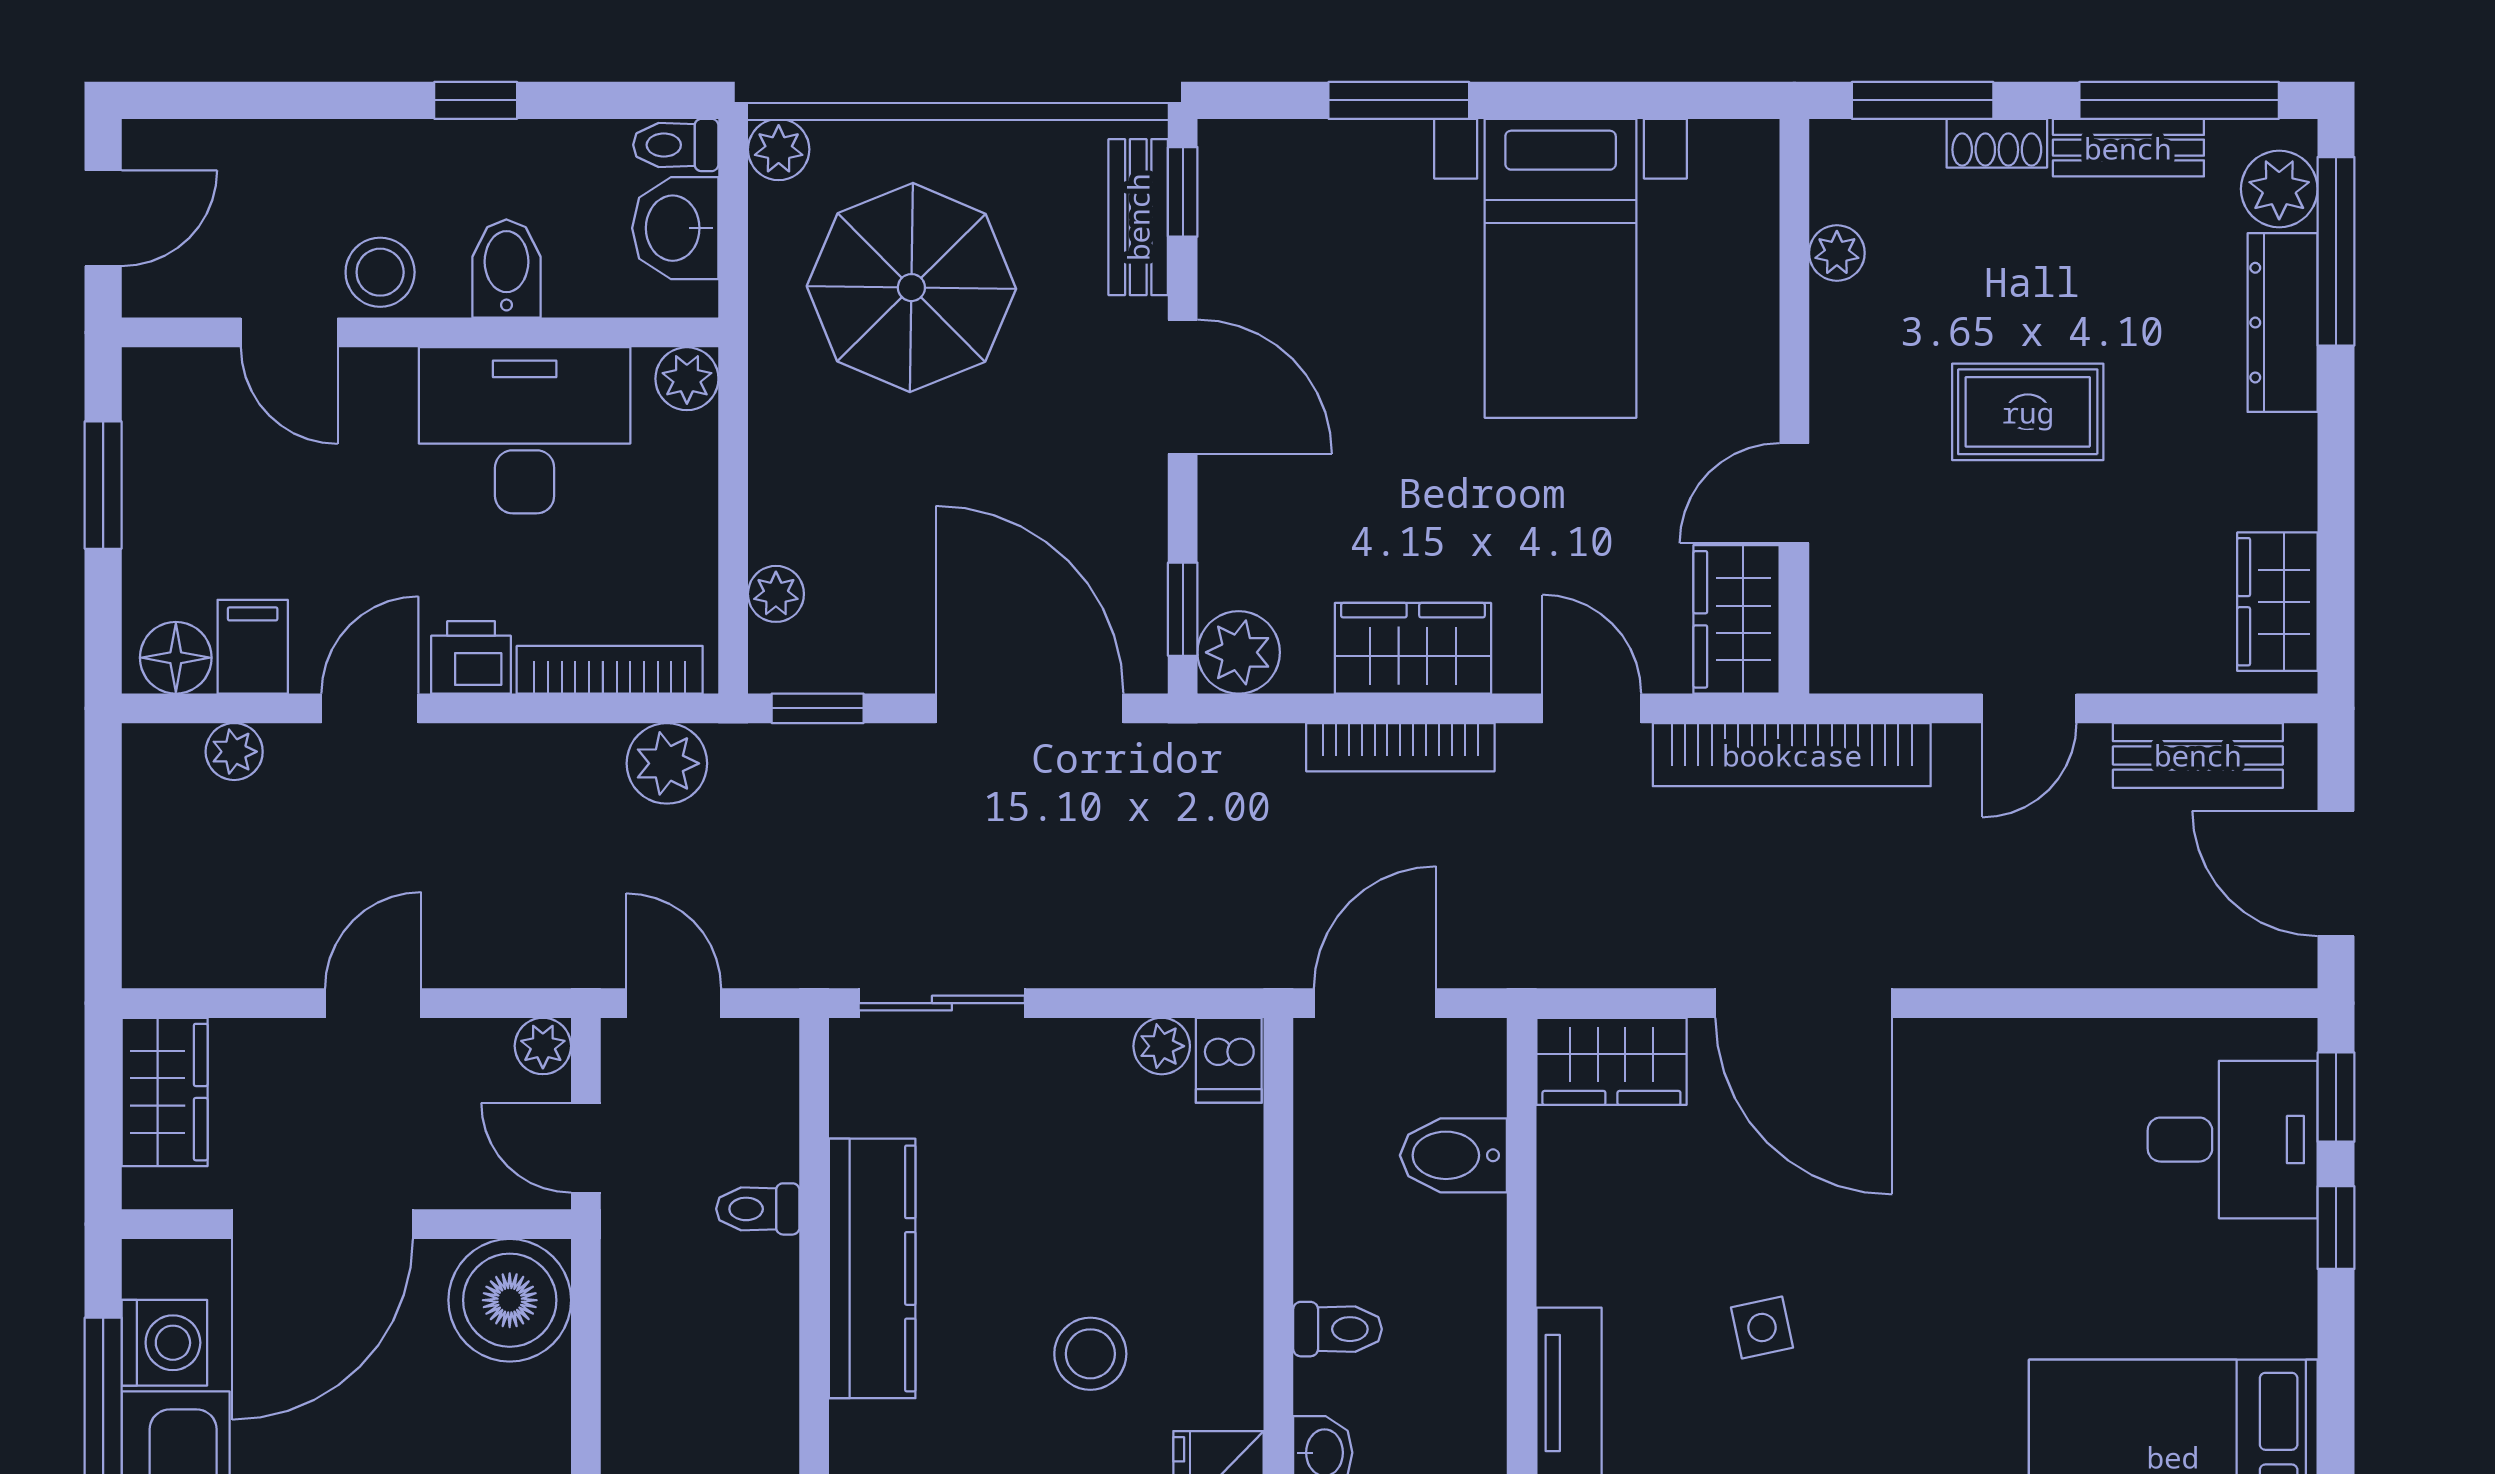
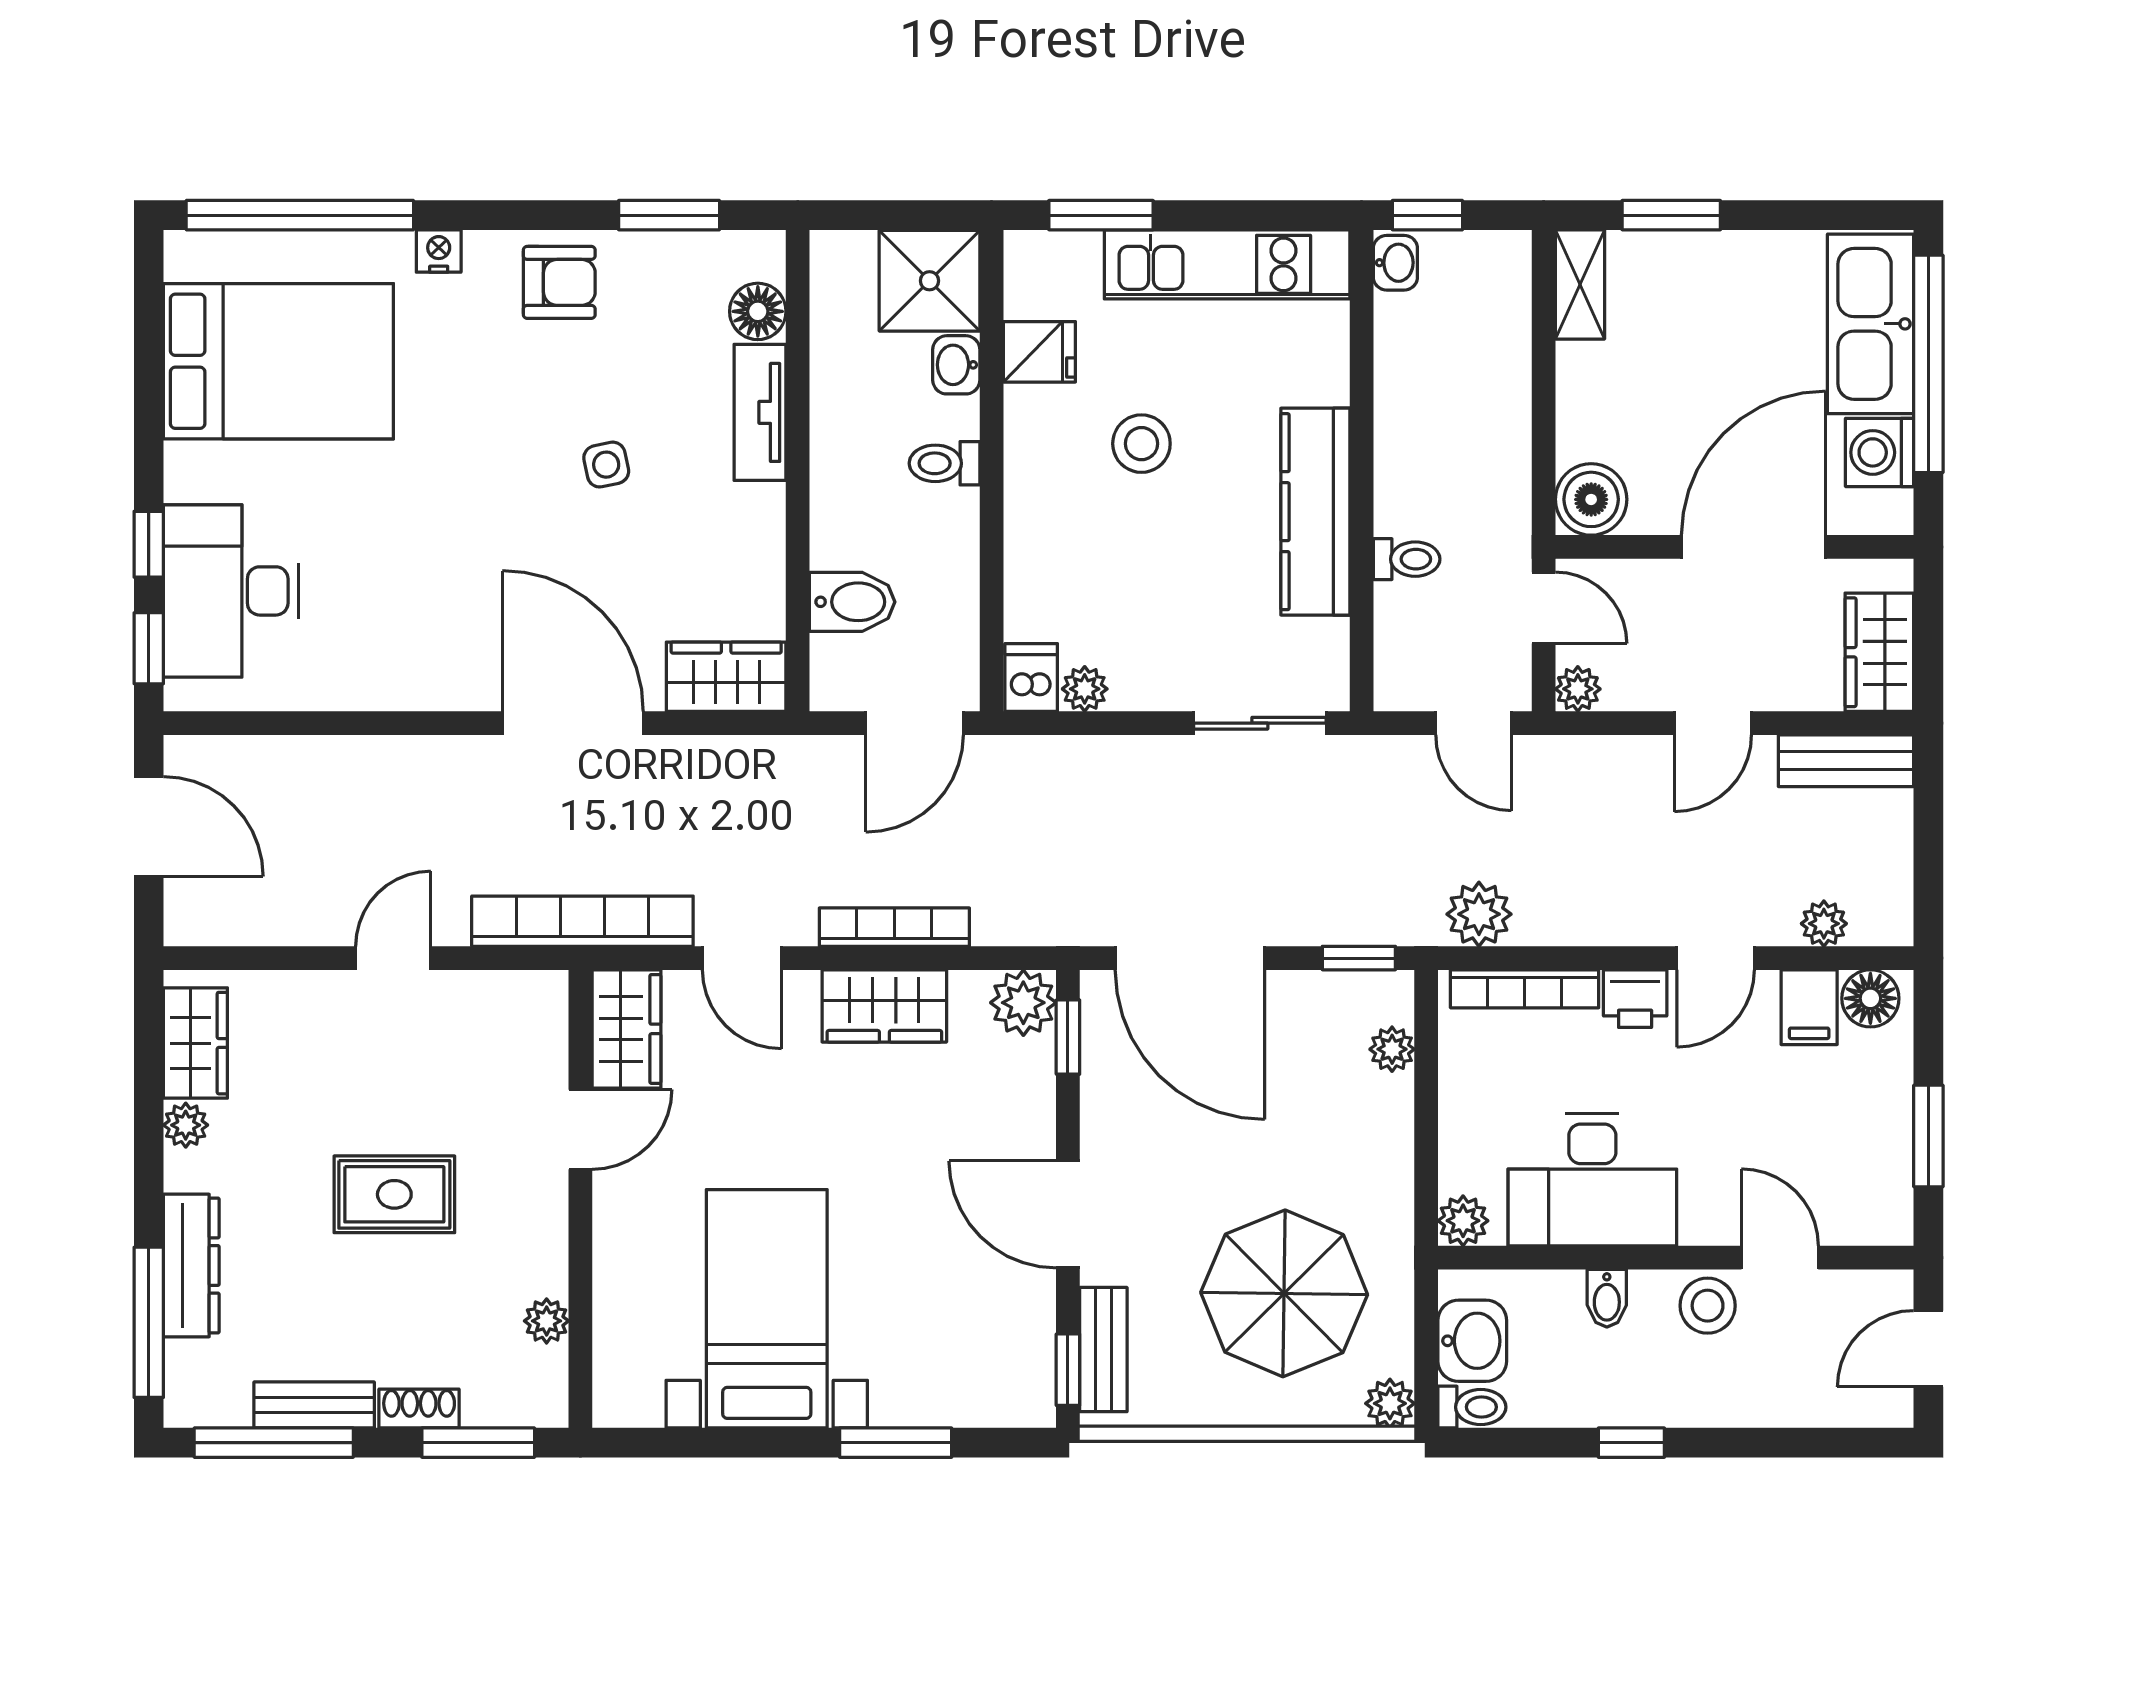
plant: (2279, 189) -> (186, 1125), moved, width x0.73, depth x0.73
bidet: (506, 269) -> (1607, 1298), width x0.72, depth x0.74
bench: (2198, 755) -> (1846, 761), moved
desk: (2233, 1140) -> (231, 591), width x1.37
boiler: (510, 1300) -> (1591, 499), width x0.73, depth x0.73

